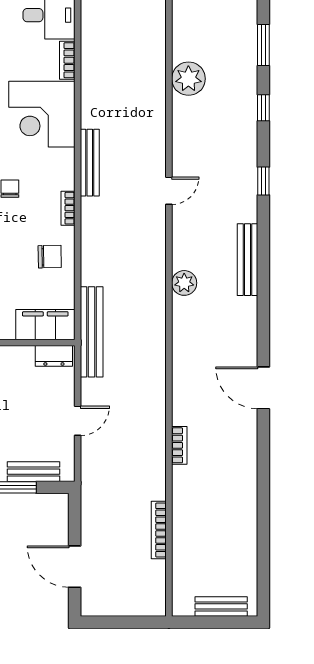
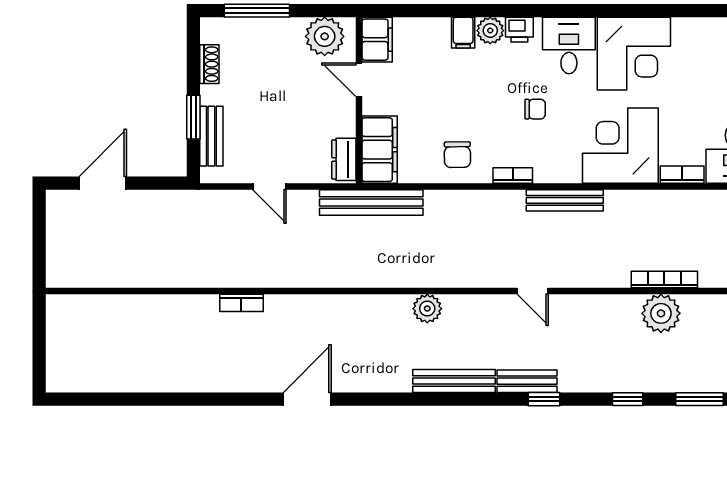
bookcase: (159, 530) -> (664, 280), moved
bench: (221, 606) -> (527, 381), moved, turned 90

